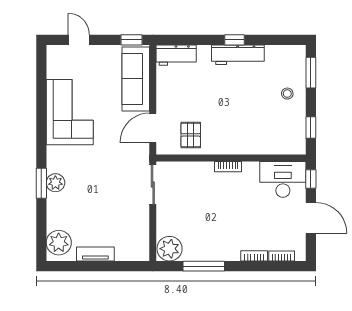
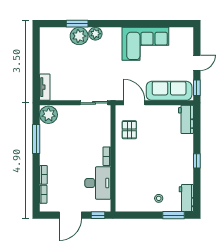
door: (79, 40) -> (197, 63), moved
workbench: (238, 55) -> (186, 198), moved, width x0.73
window: (311, 127) -> (135, 215), removed
pallet: (191, 135) -> (129, 130), turned 90
desk: (283, 179) -> (98, 183), moved
window: (41, 183) -> (77, 24), moved
plant: (59, 243) -> (79, 36), moved
tv unit: (95, 254) -> (45, 87), moved

